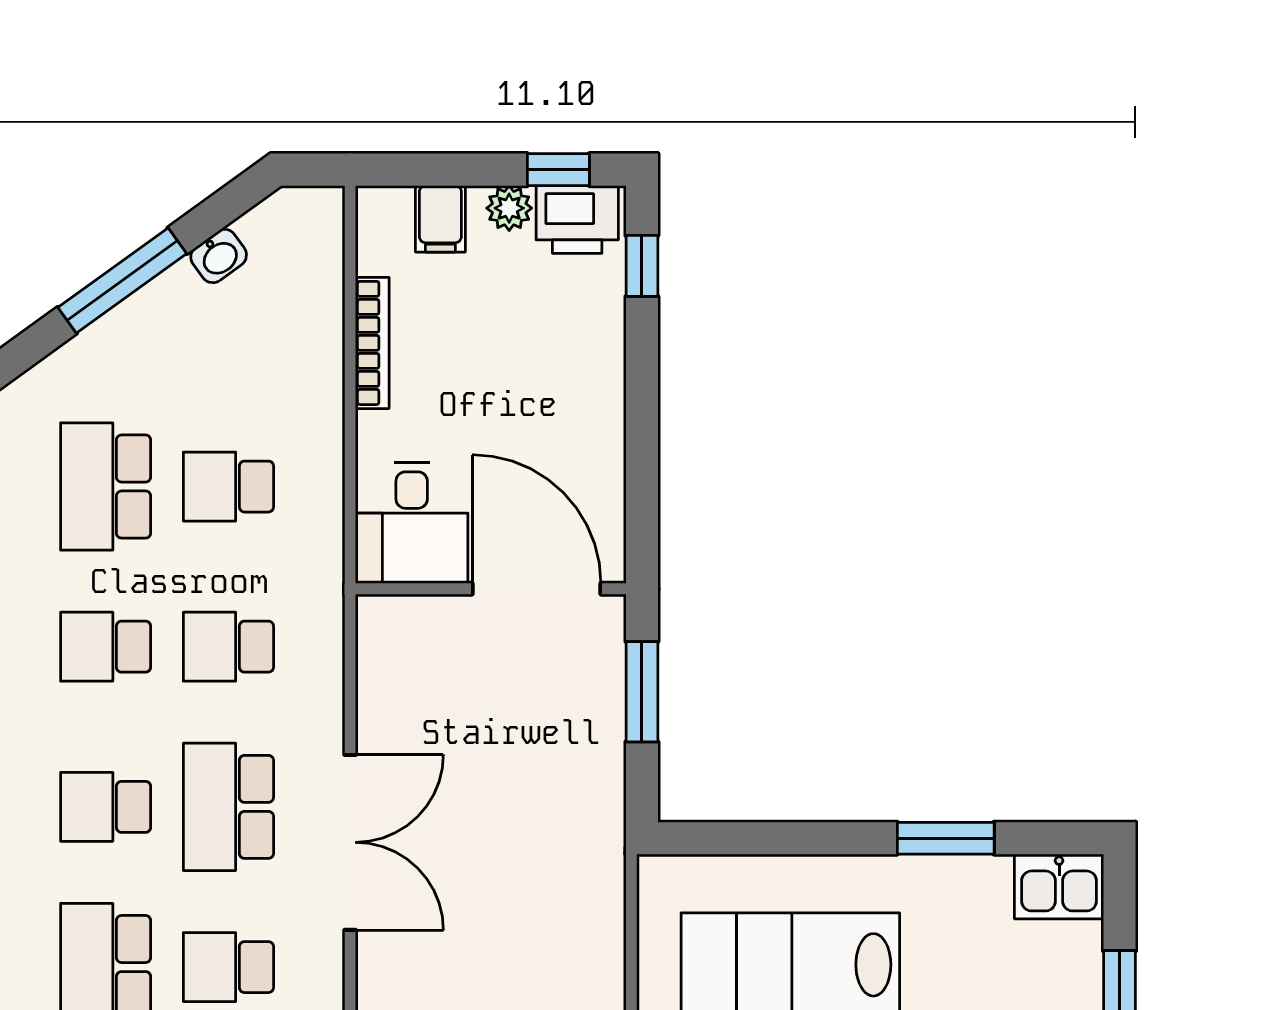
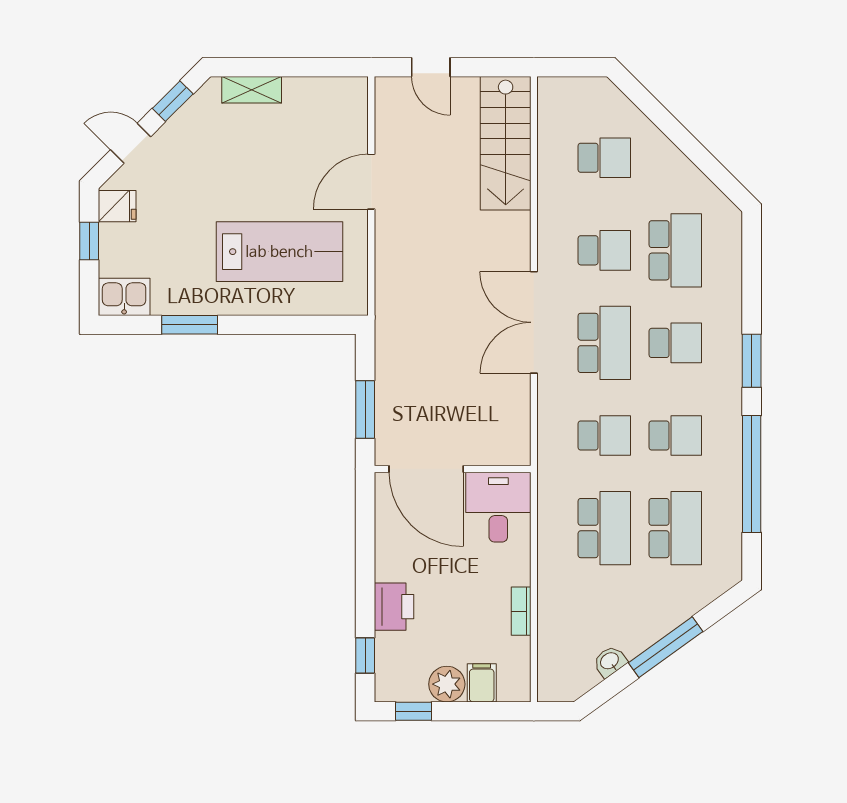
plant: (509, 208) -> (447, 684), width x1.38, depth x1.38
printer: (577, 220) -> (394, 607), moved, turned 90
bookcase: (372, 343) -> (521, 611), width x0.64
school desk: (228, 487) -> (604, 528), width x1.85

